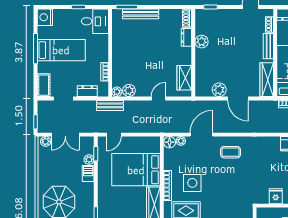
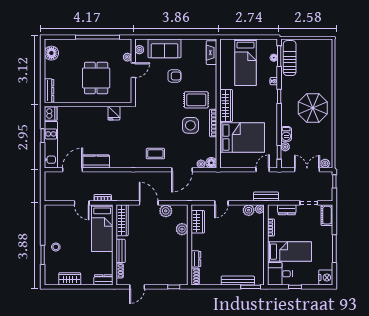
plant: (202, 42) -> (182, 229), moved
bed: (61, 50) -> (289, 252), moved, turned 180

